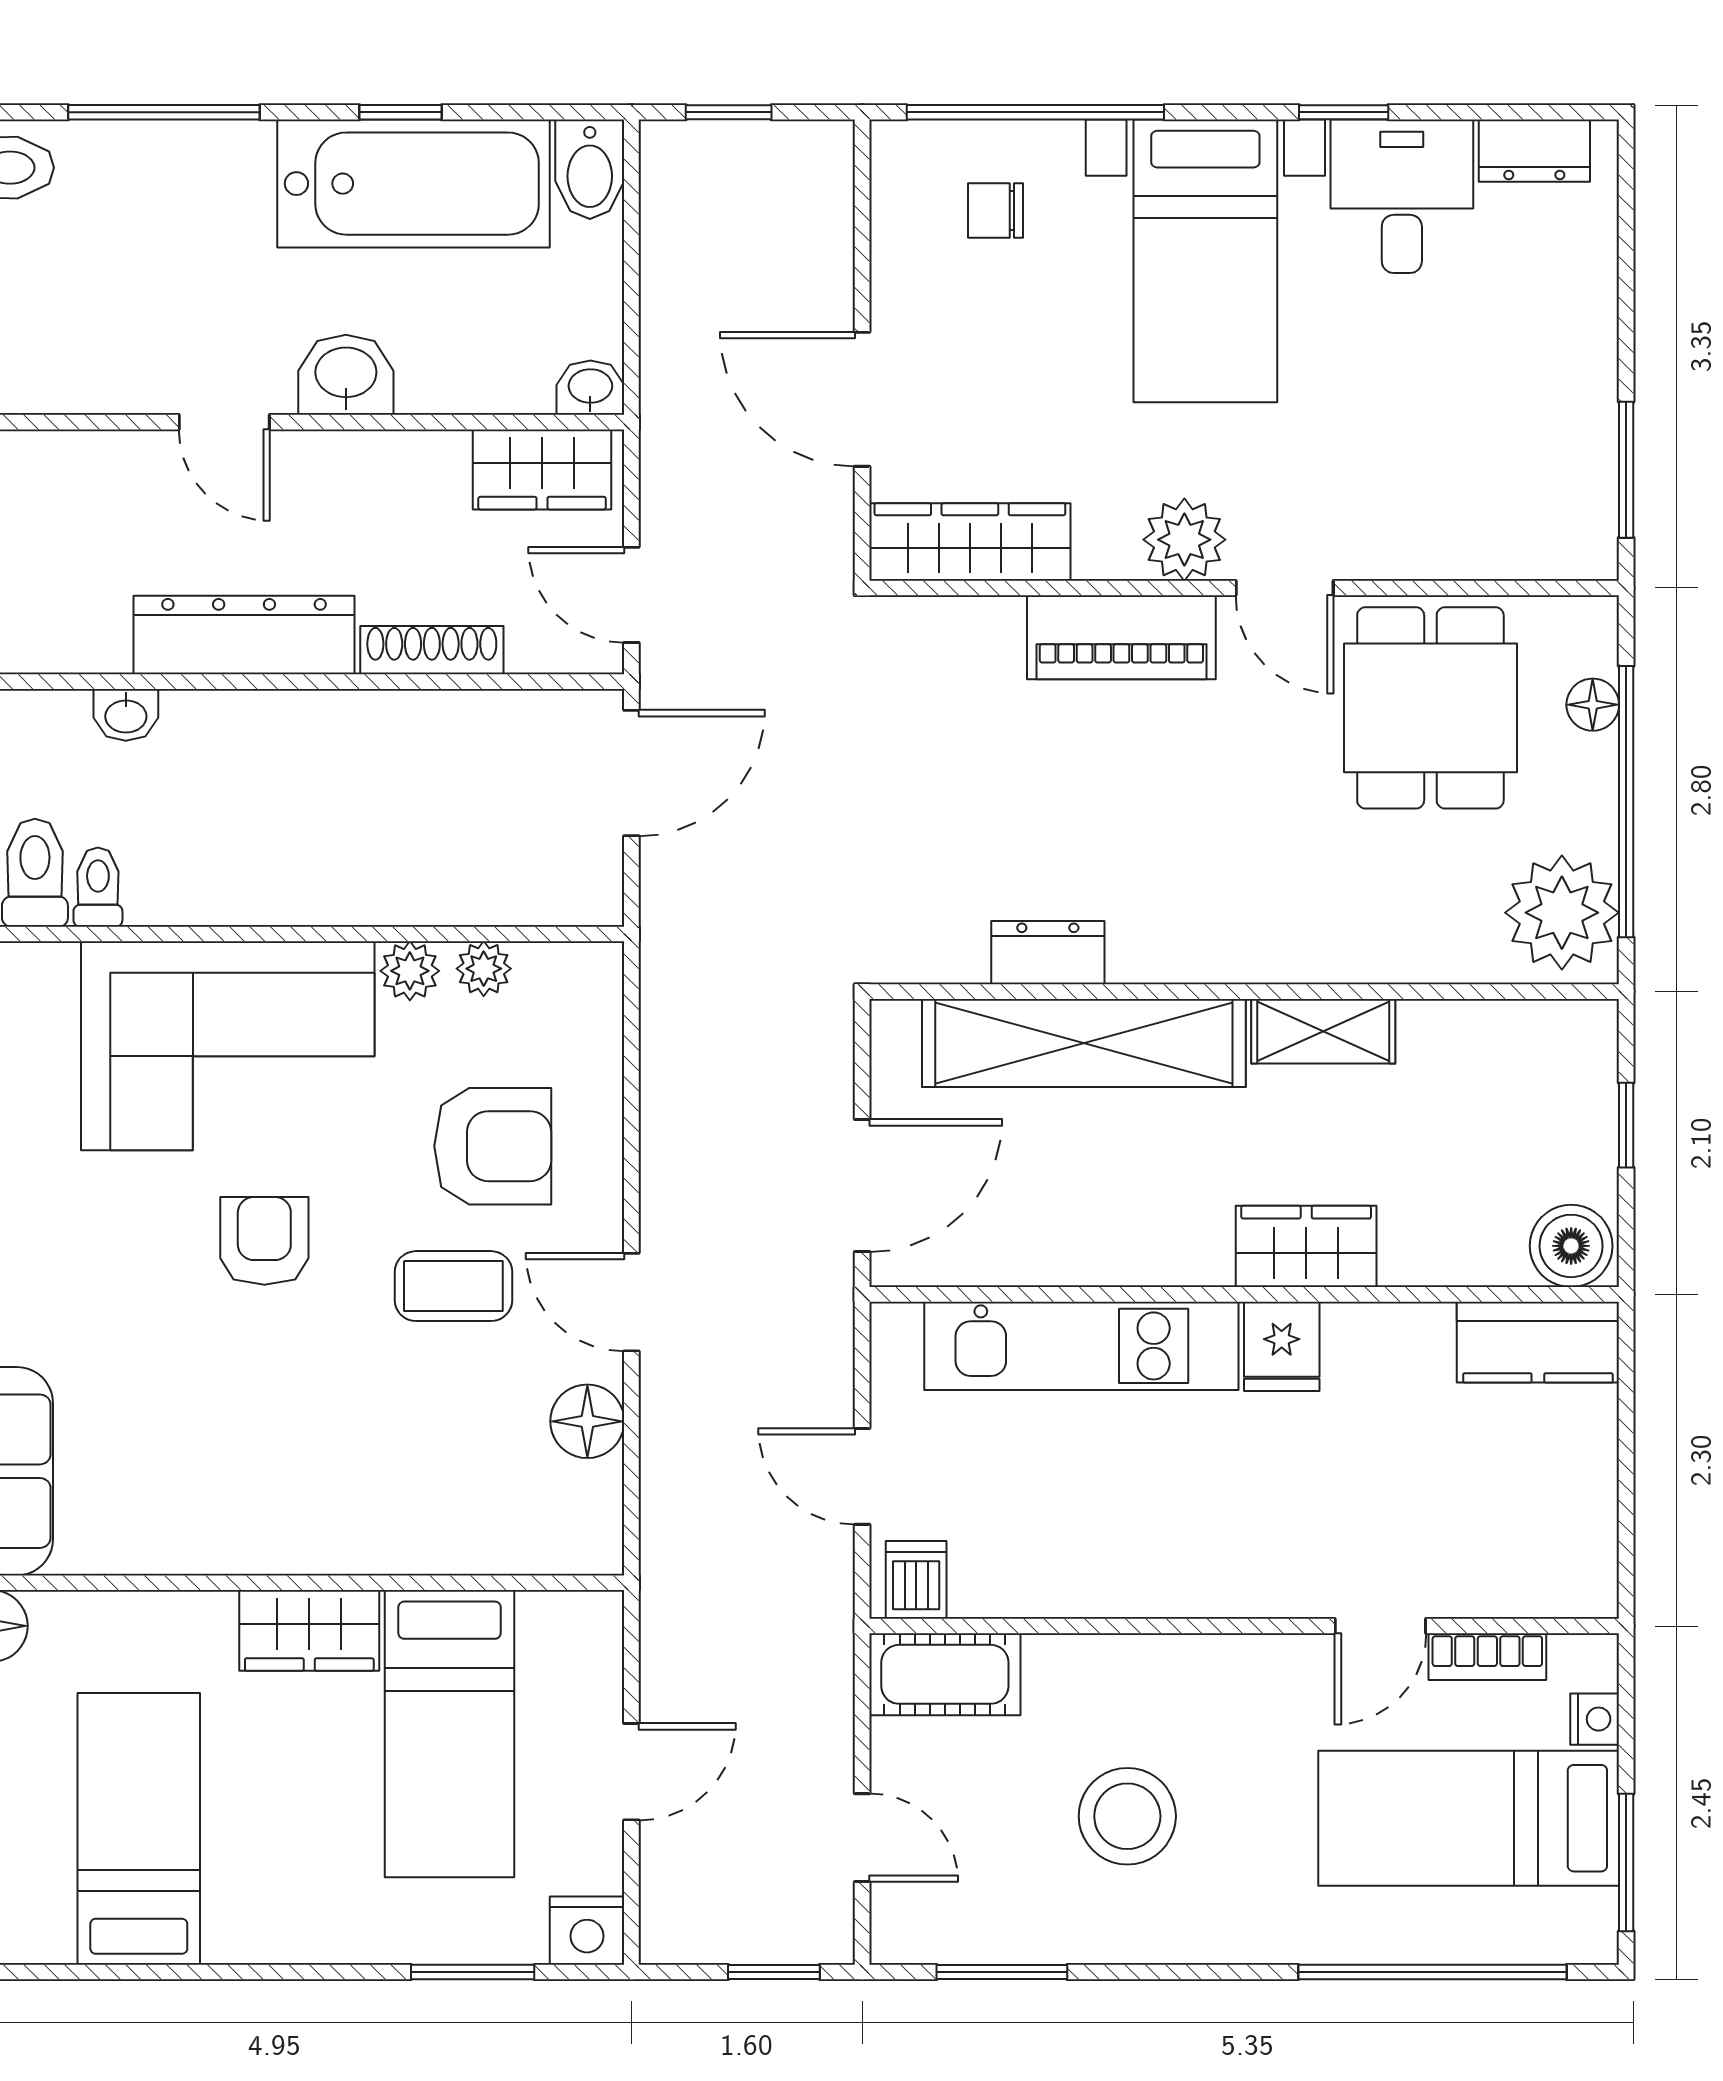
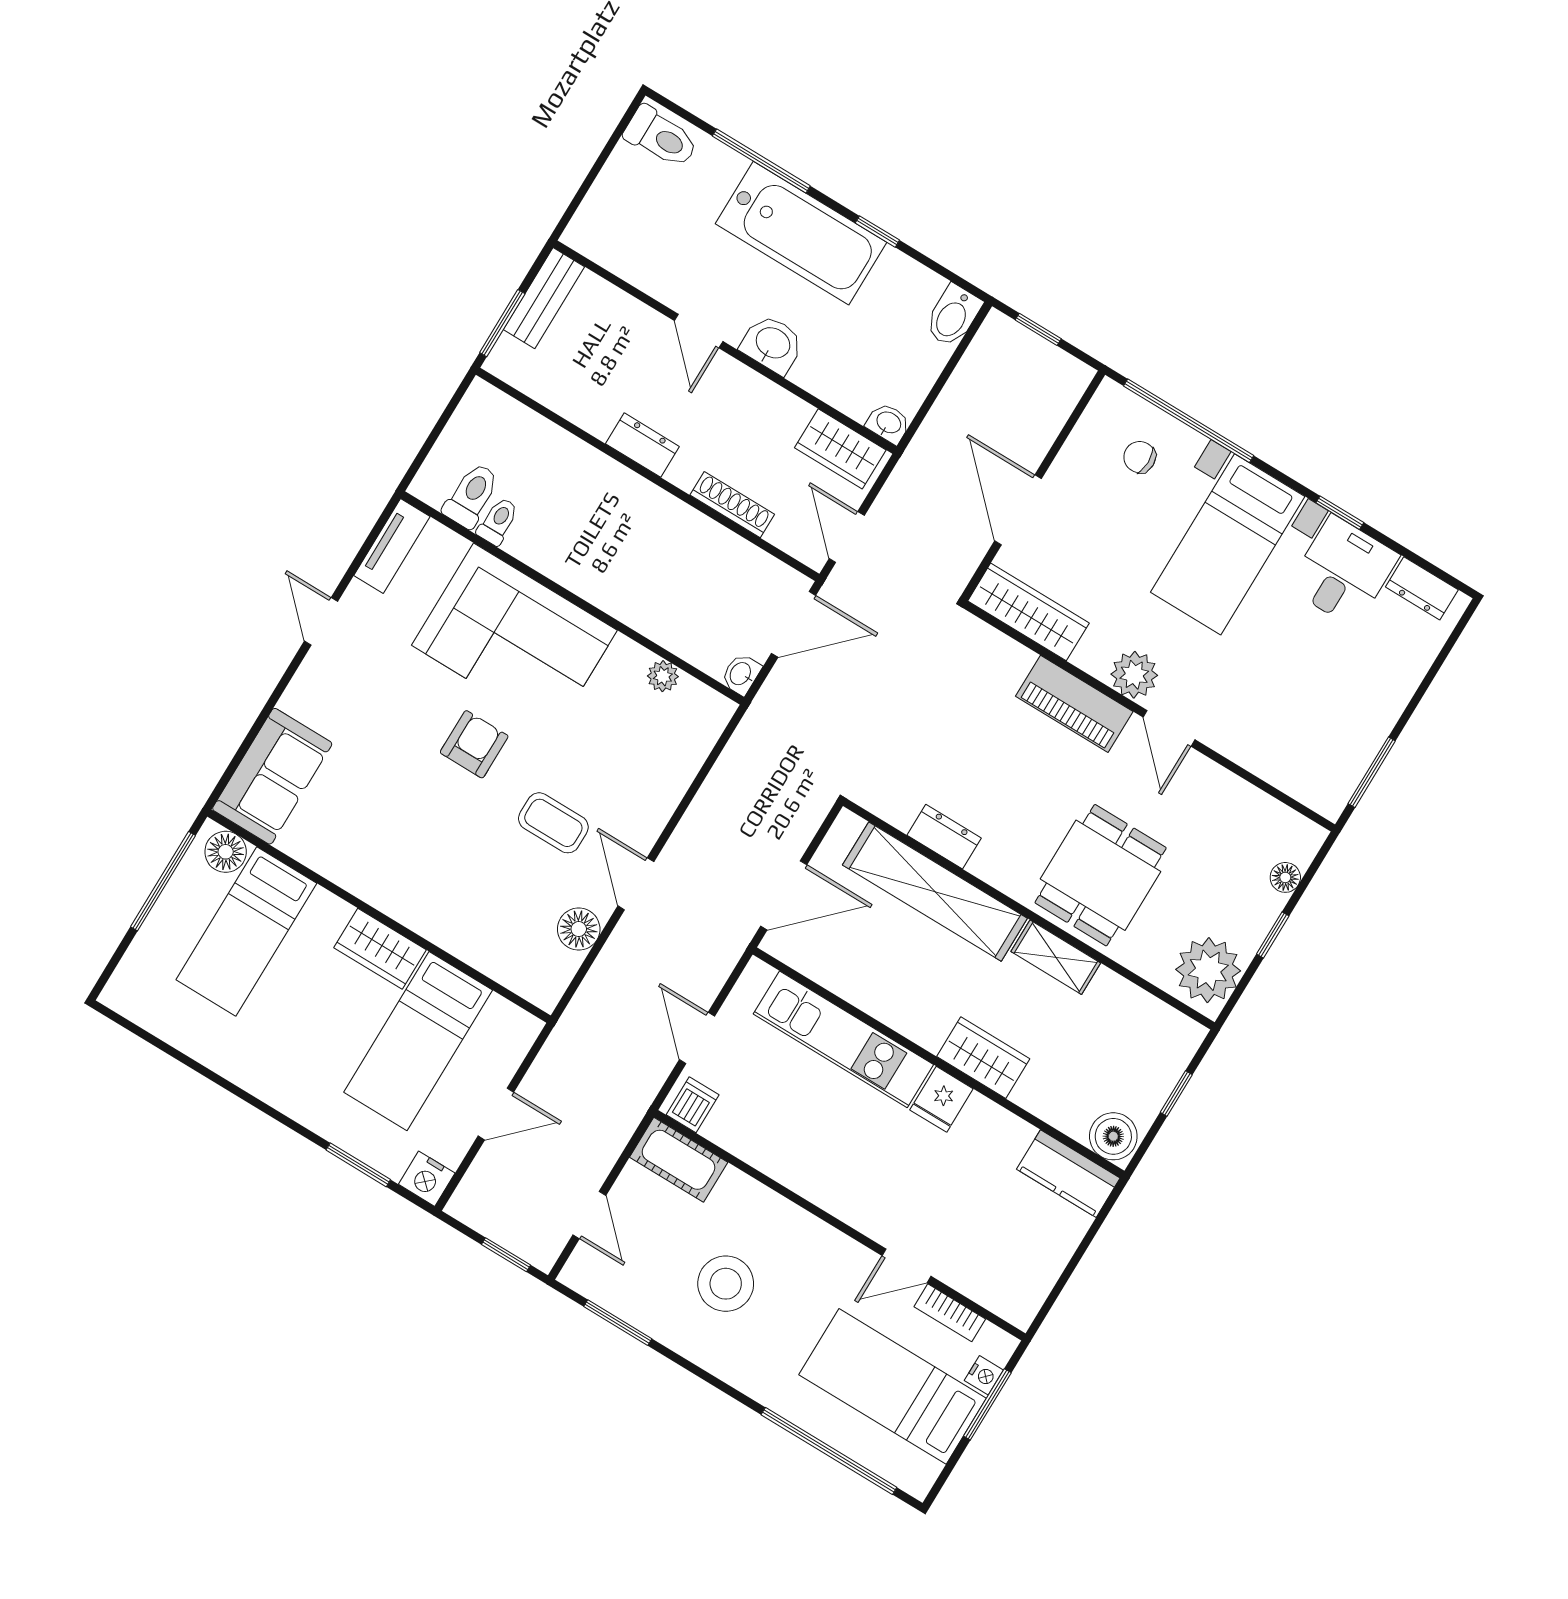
bathtub: (413, 184) -> (801, 233), moved
dresser: (244, 635) -> (642, 445), width x0.51, depth x0.80
dining table: (1430, 708) -> (1101, 875), moved
washbasin: (126, 715) -> (741, 674), moved, turned 90
window: (1626, 802) -> (1273, 935), width x0.32
plant: (410, 971) -> (626, 655), removed
armchair: (493, 1146) -> (614, 766), removed
bed: (139, 1829) -> (246, 932), moved, turned 180
window: (1626, 1862) -> (987, 1404), moved

